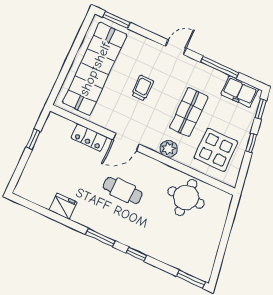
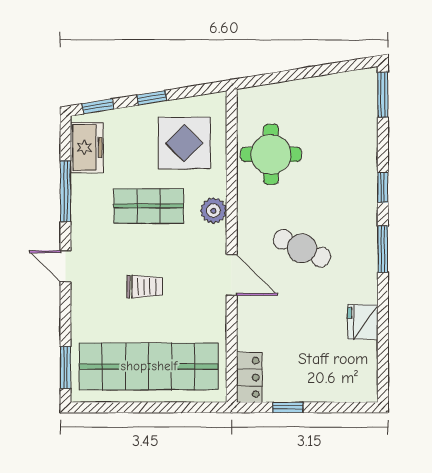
trolley: (143, 88) -> (145, 287), turned 180
locker: (89, 138) -> (249, 377), moved
cafe table: (123, 190) -> (302, 248), turned -65

